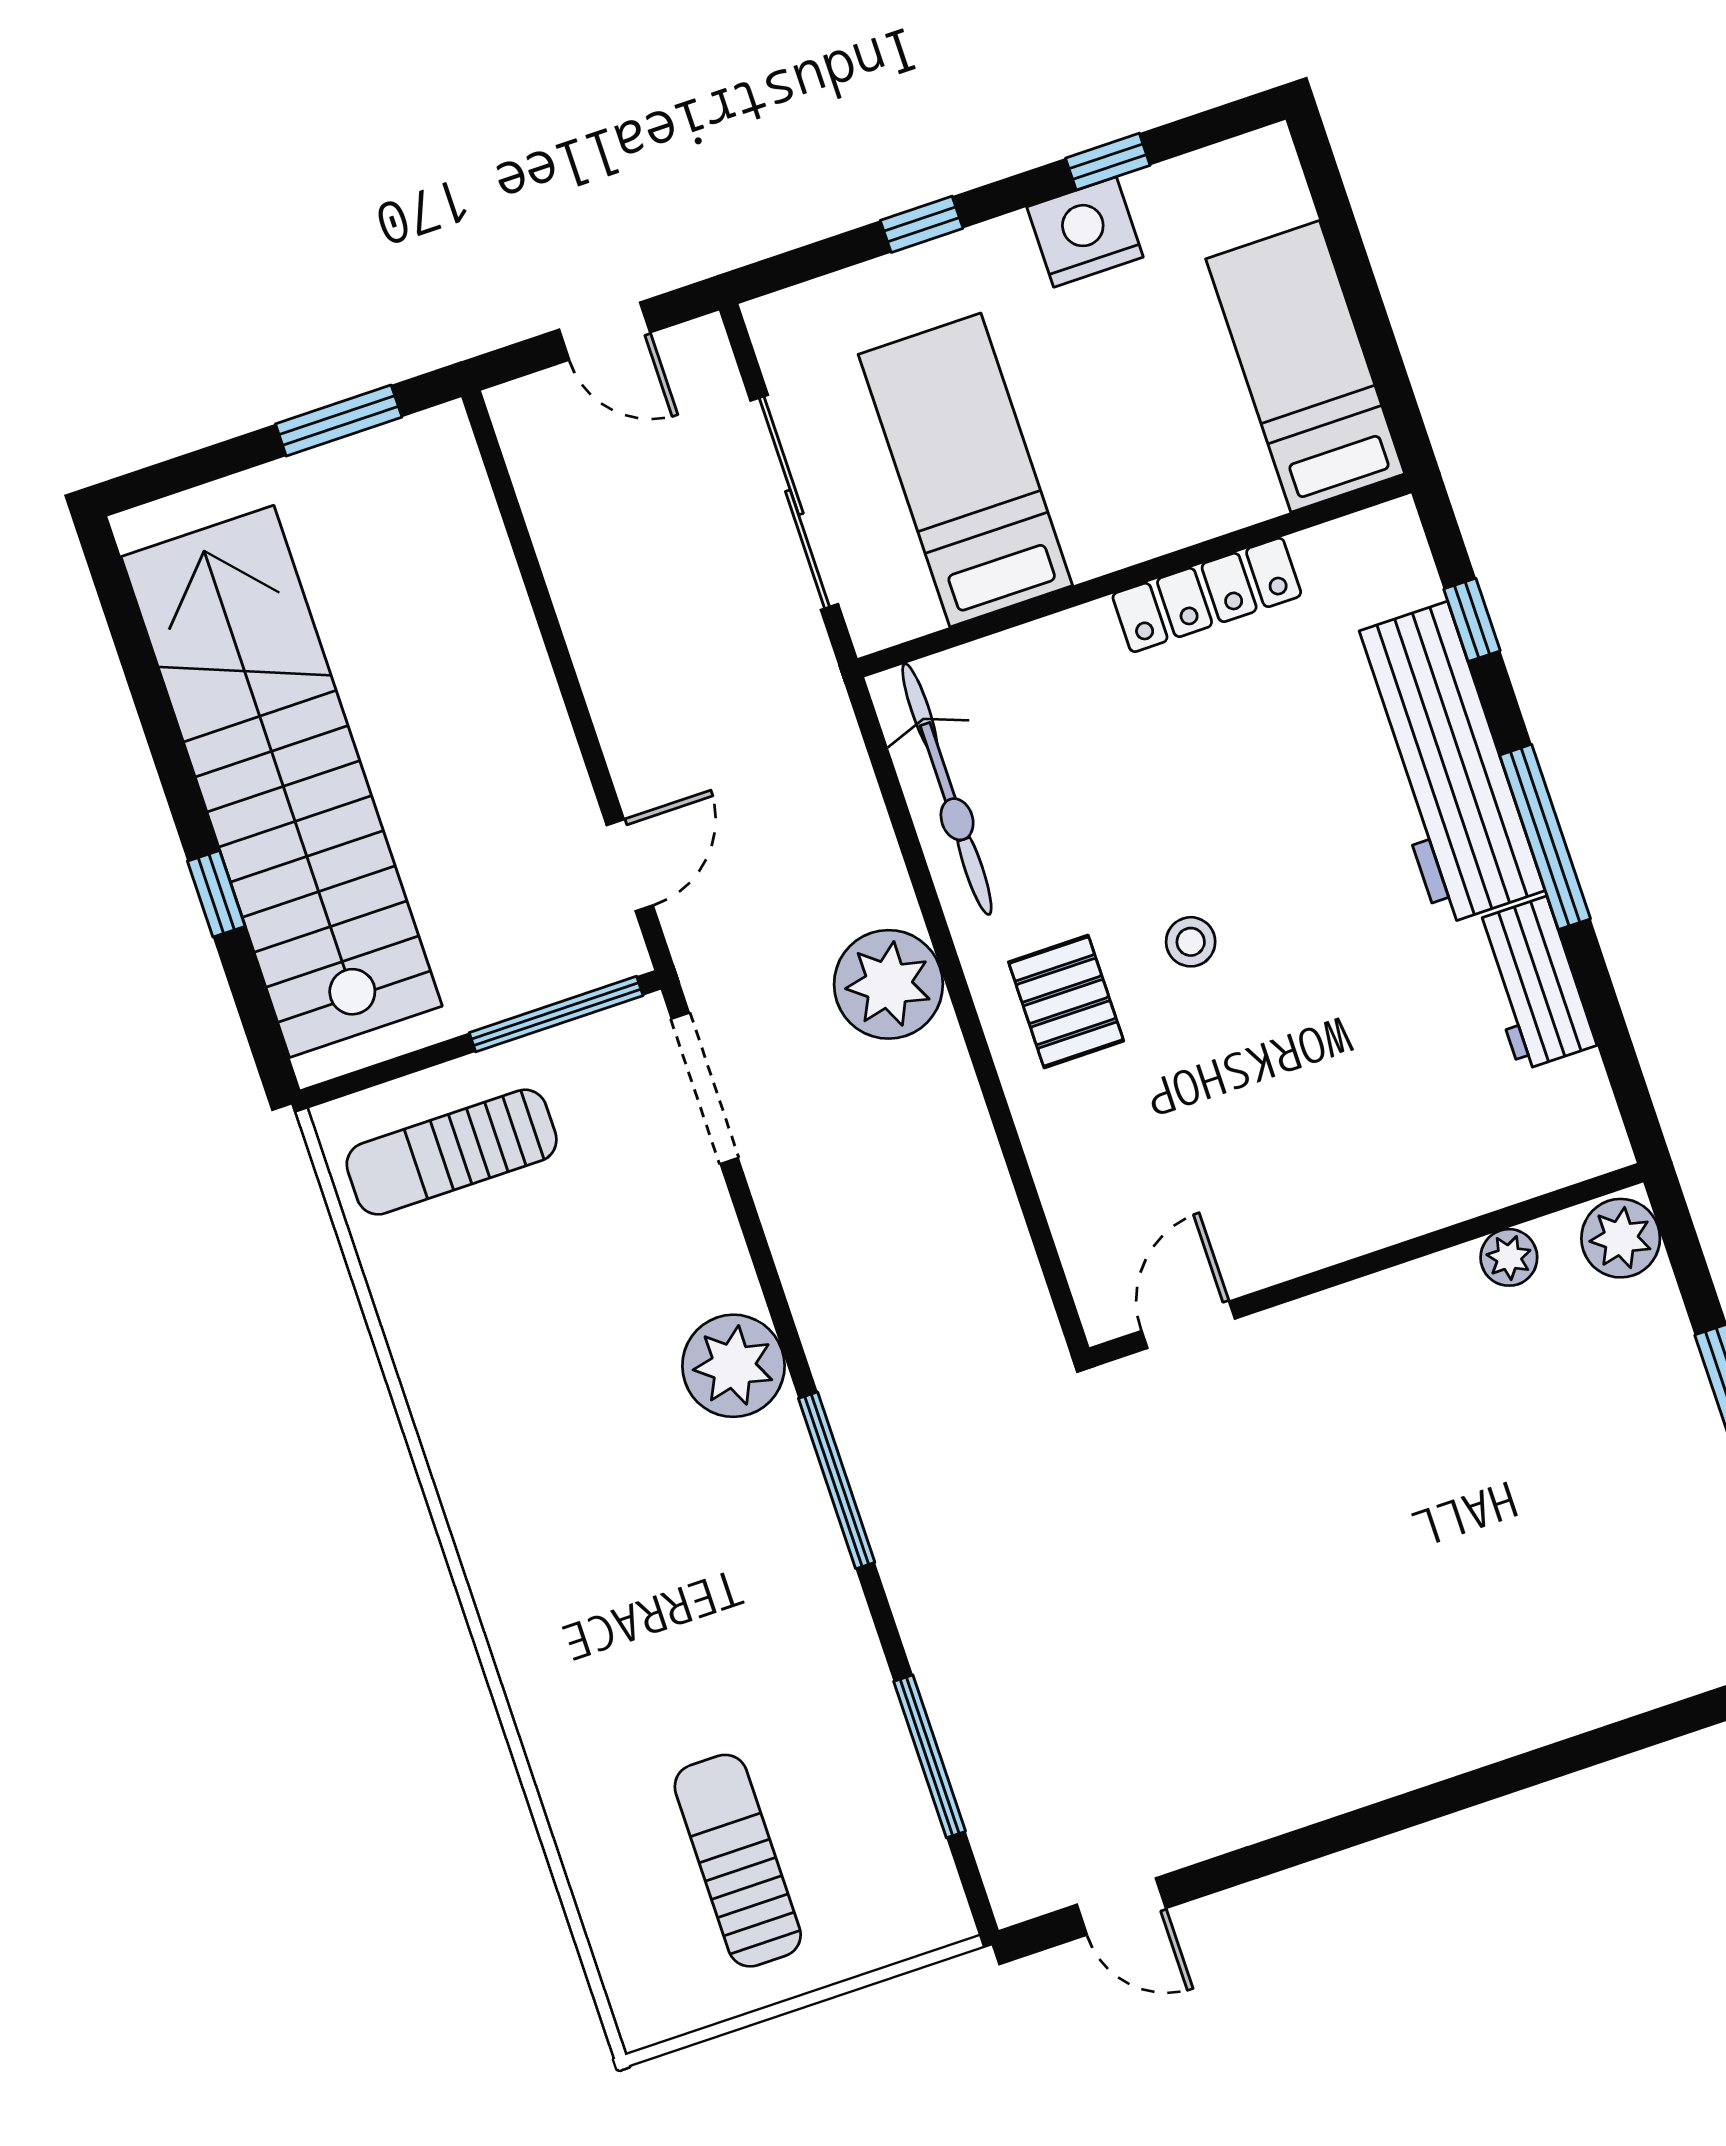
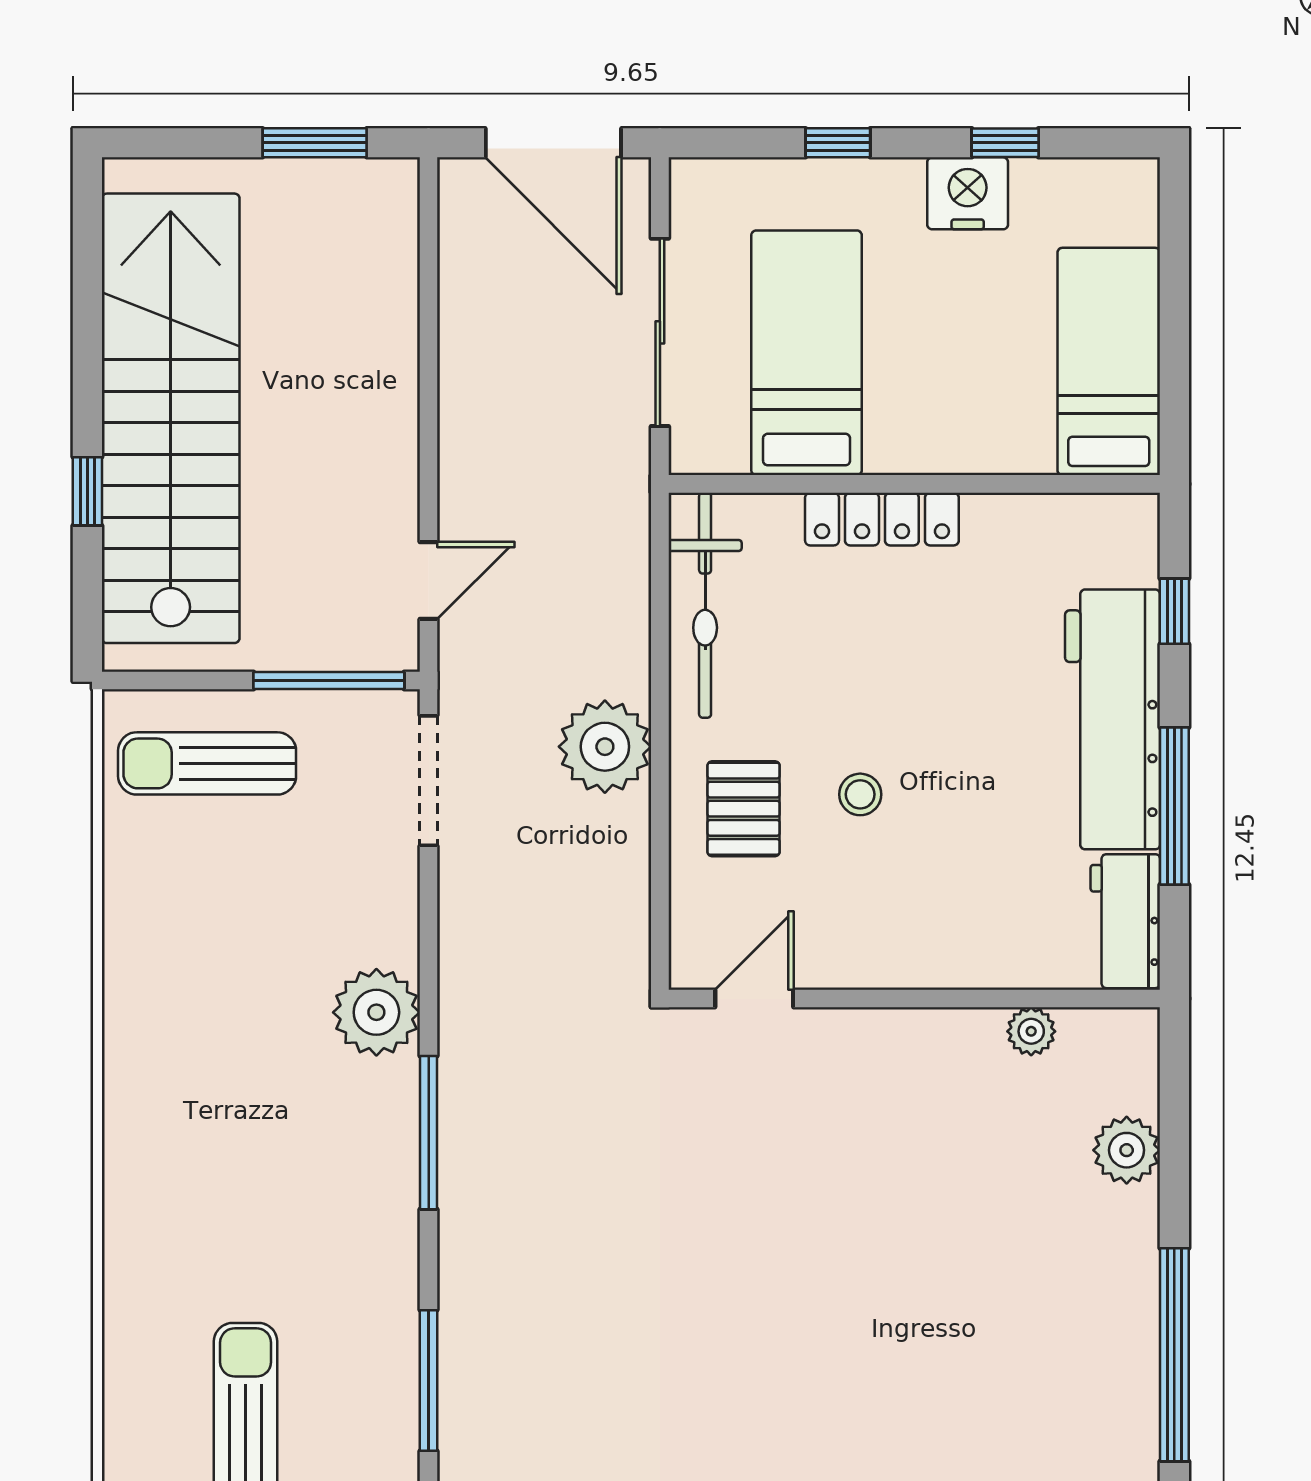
door: (605, 331) -> (553, 143), width x1.88
locker: (1207, 595) -> (882, 519), moved
plant: (1509, 1257) -> (1031, 1031), moved
wall: (1366, 1265) -> (914, 999), moved
door: (1188, 1325) -> (754, 999), moved

